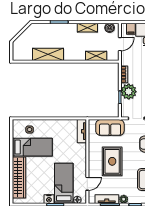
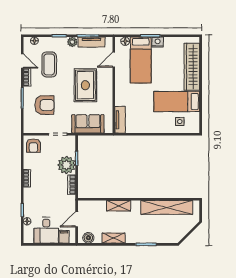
shelving: (48, 54) -> (167, 207), width x1.47
shelving: (96, 56) -> (119, 206), moved

